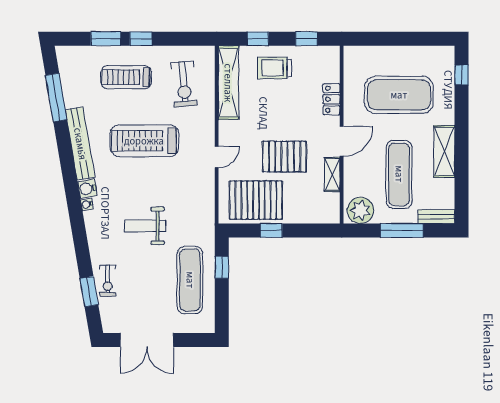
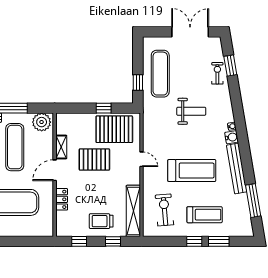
trolley: (275, 68) -> (101, 221), turned 180
door: (217, 157) -> (142, 159), swing flipped

